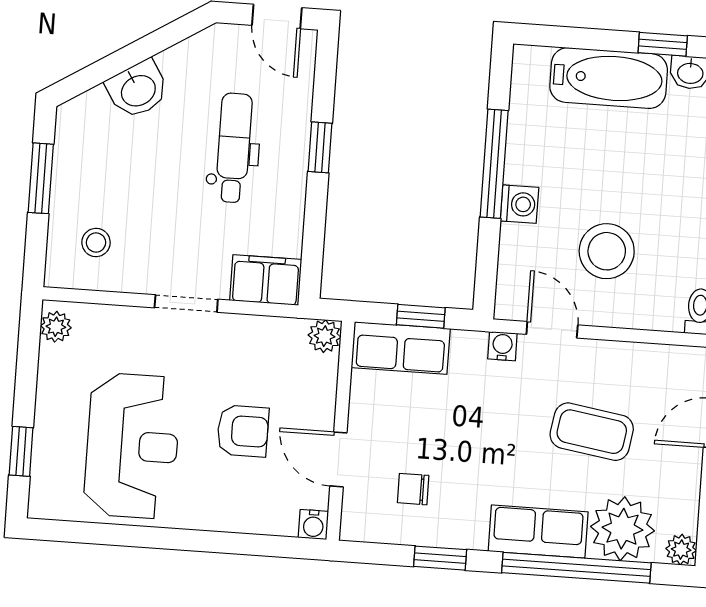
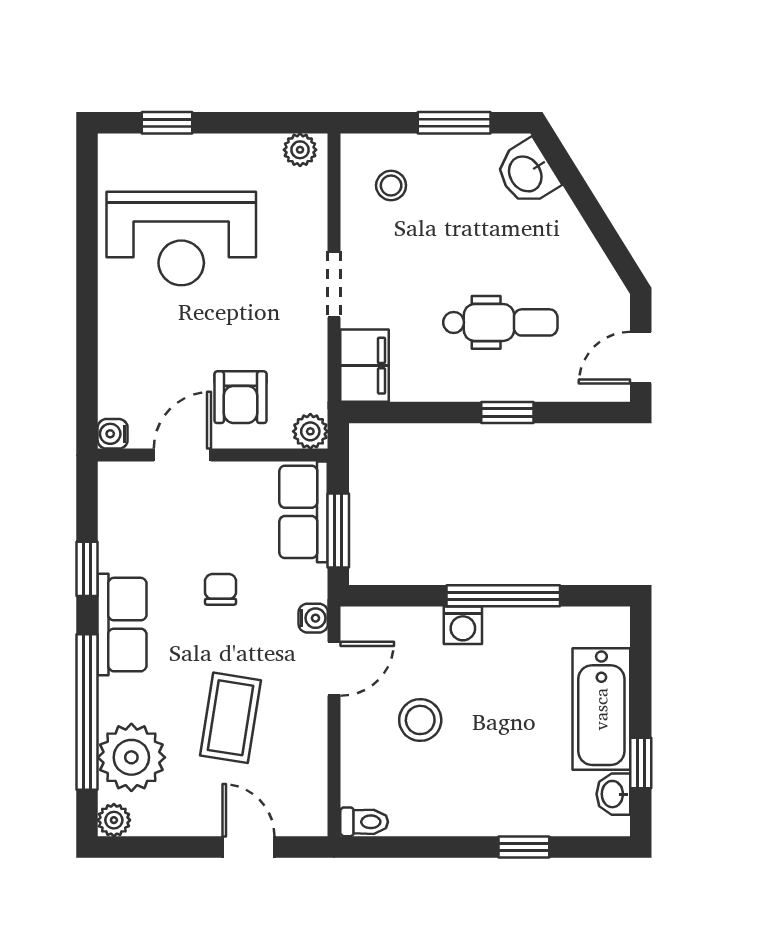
washbasin: (138, 90) -> (527, 173), moved
stool: (607, 251) -> (420, 720), width x0.73, depth x0.73
window: (421, 316) -> (338, 530), width x1.50
armchair: (243, 431) -> (240, 397), moved
chair: (413, 489) -> (221, 589), moved
row of seats: (538, 532) -> (122, 625), moved

